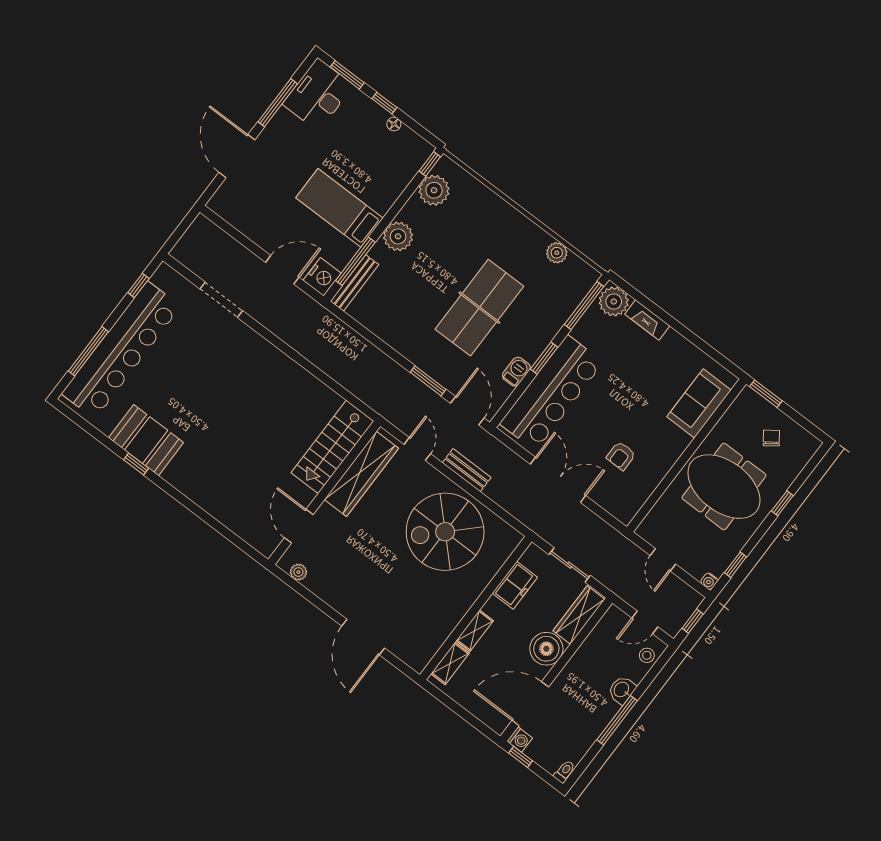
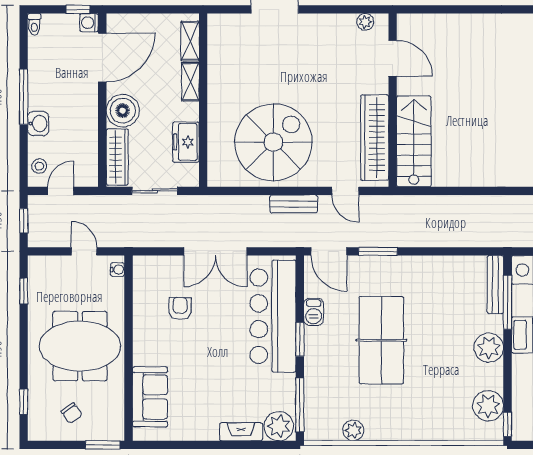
window: (782, 503) -> (24, 402), moved
water cooler: (709, 581) -> (118, 270), moved, turned 90

